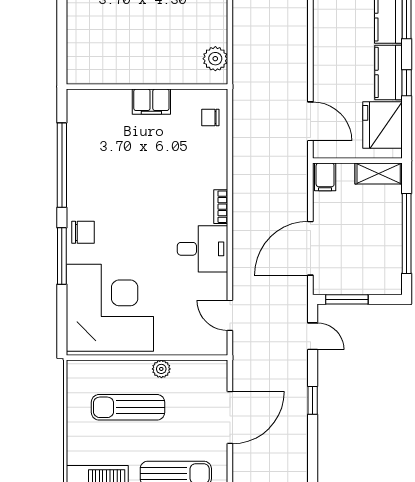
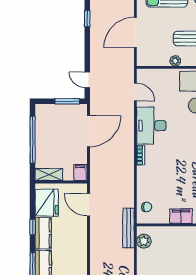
bench: (242, 81) -> (129, 228), added
desk: (202, 249) -> (151, 126), width x1.37
window: (313, 400) -> (87, 18), moved

